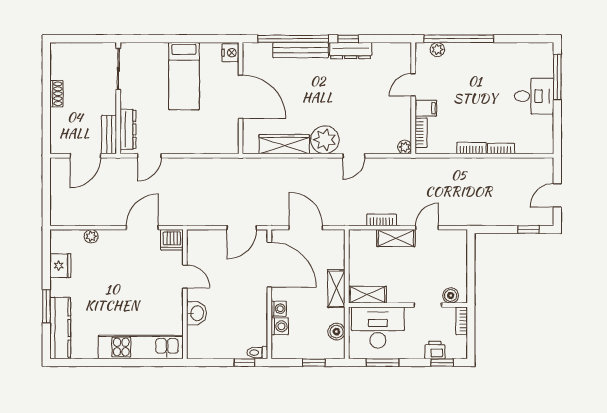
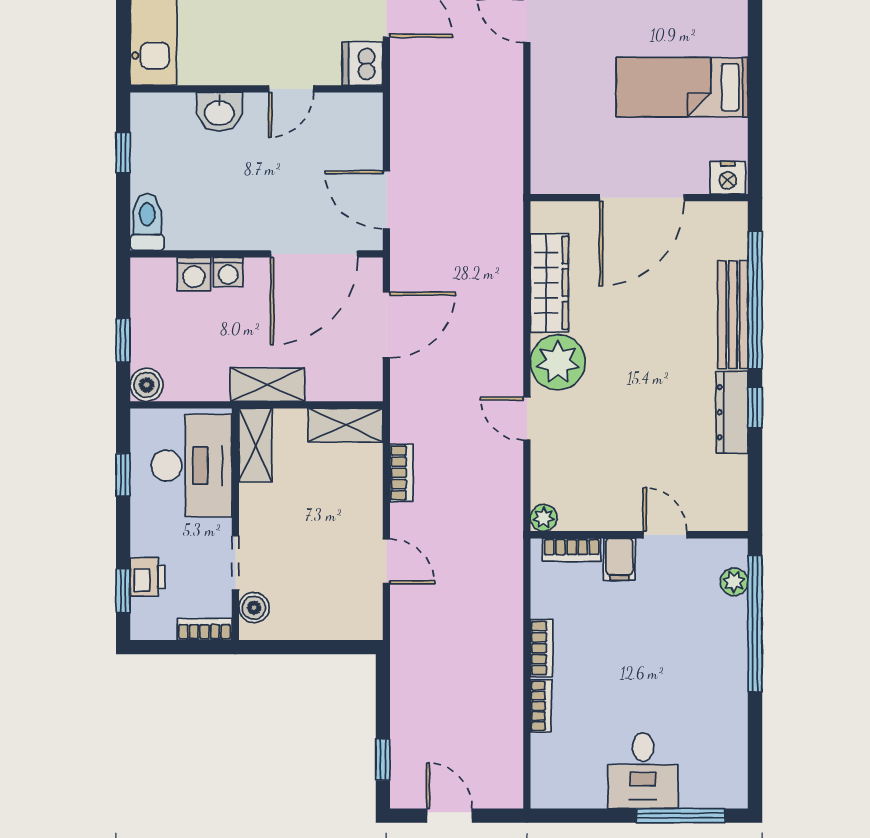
shelving: (396, 238) -> (346, 425), moved, turned 90
boiler: (336, 332) -> (147, 385), moved
toilet: (257, 353) -> (147, 222), width x1.37, depth x1.39
window: (244, 363) -> (123, 153), moved
window: (383, 363) -> (123, 475), width x0.67

